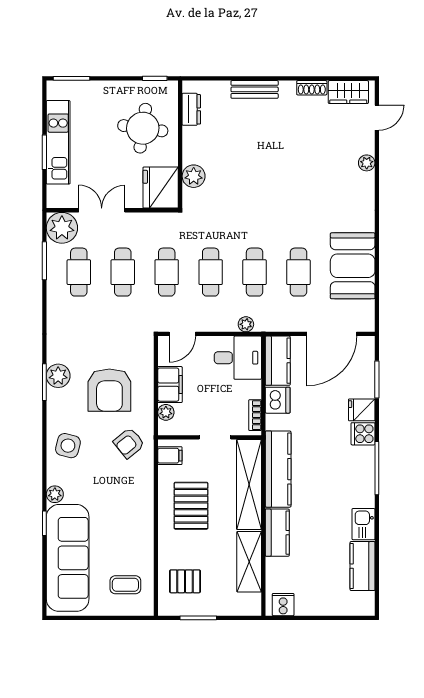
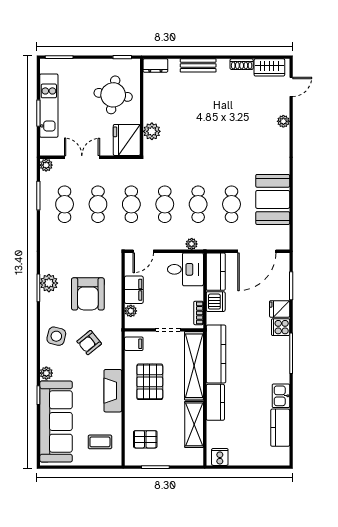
dresser: (191, 109) -> (155, 65), moved, turned 90
plant: (62, 228) -> (46, 165), width x0.53, depth x0.53
armchair: (129, 443) -> (89, 343), moved
fireplace: (142, 517) -> (113, 391), added

